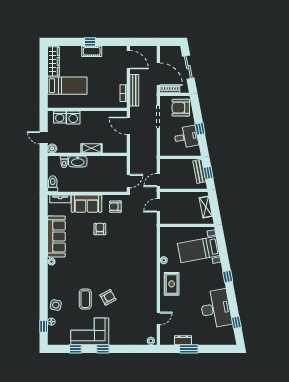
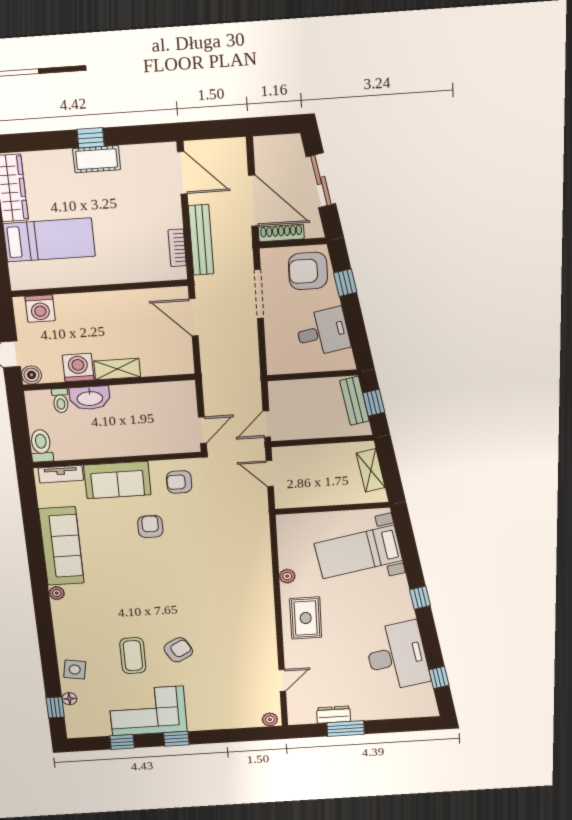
washing machine: (73, 117) -> (78, 368), moved, turned 180
window: (200, 129) -> (345, 283), moved
door: (158, 205) -> (270, 474), hinge flipped

